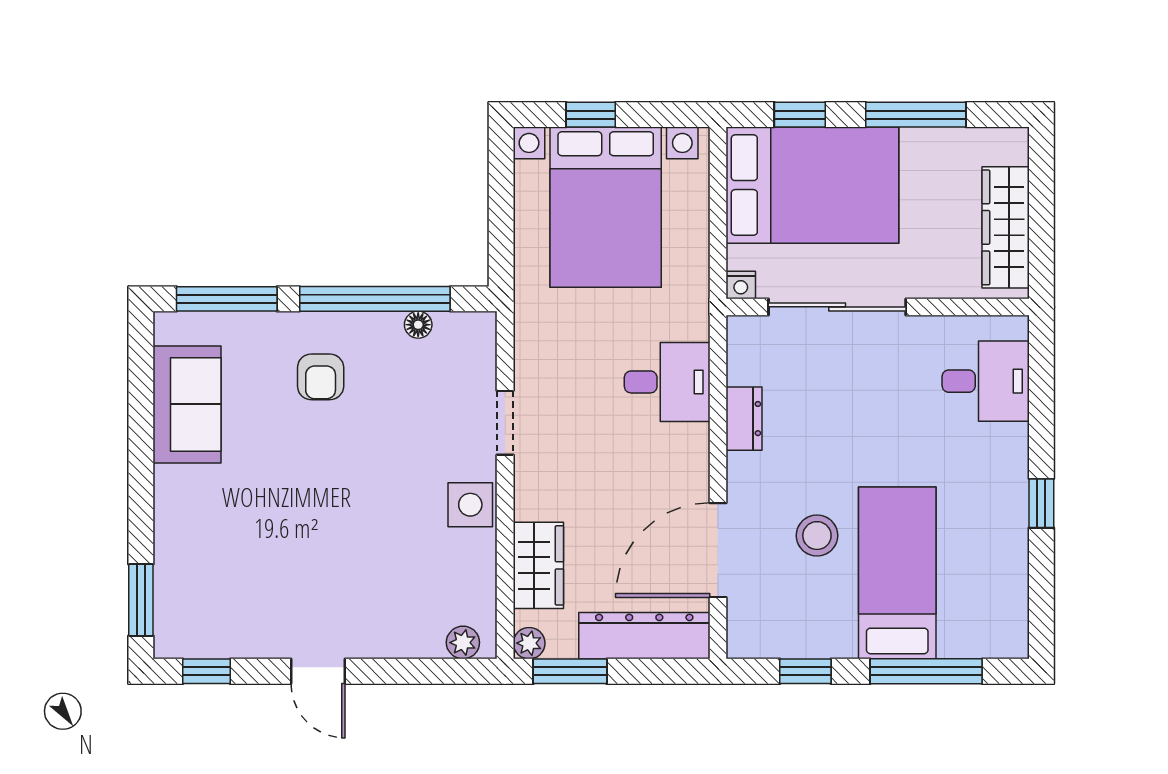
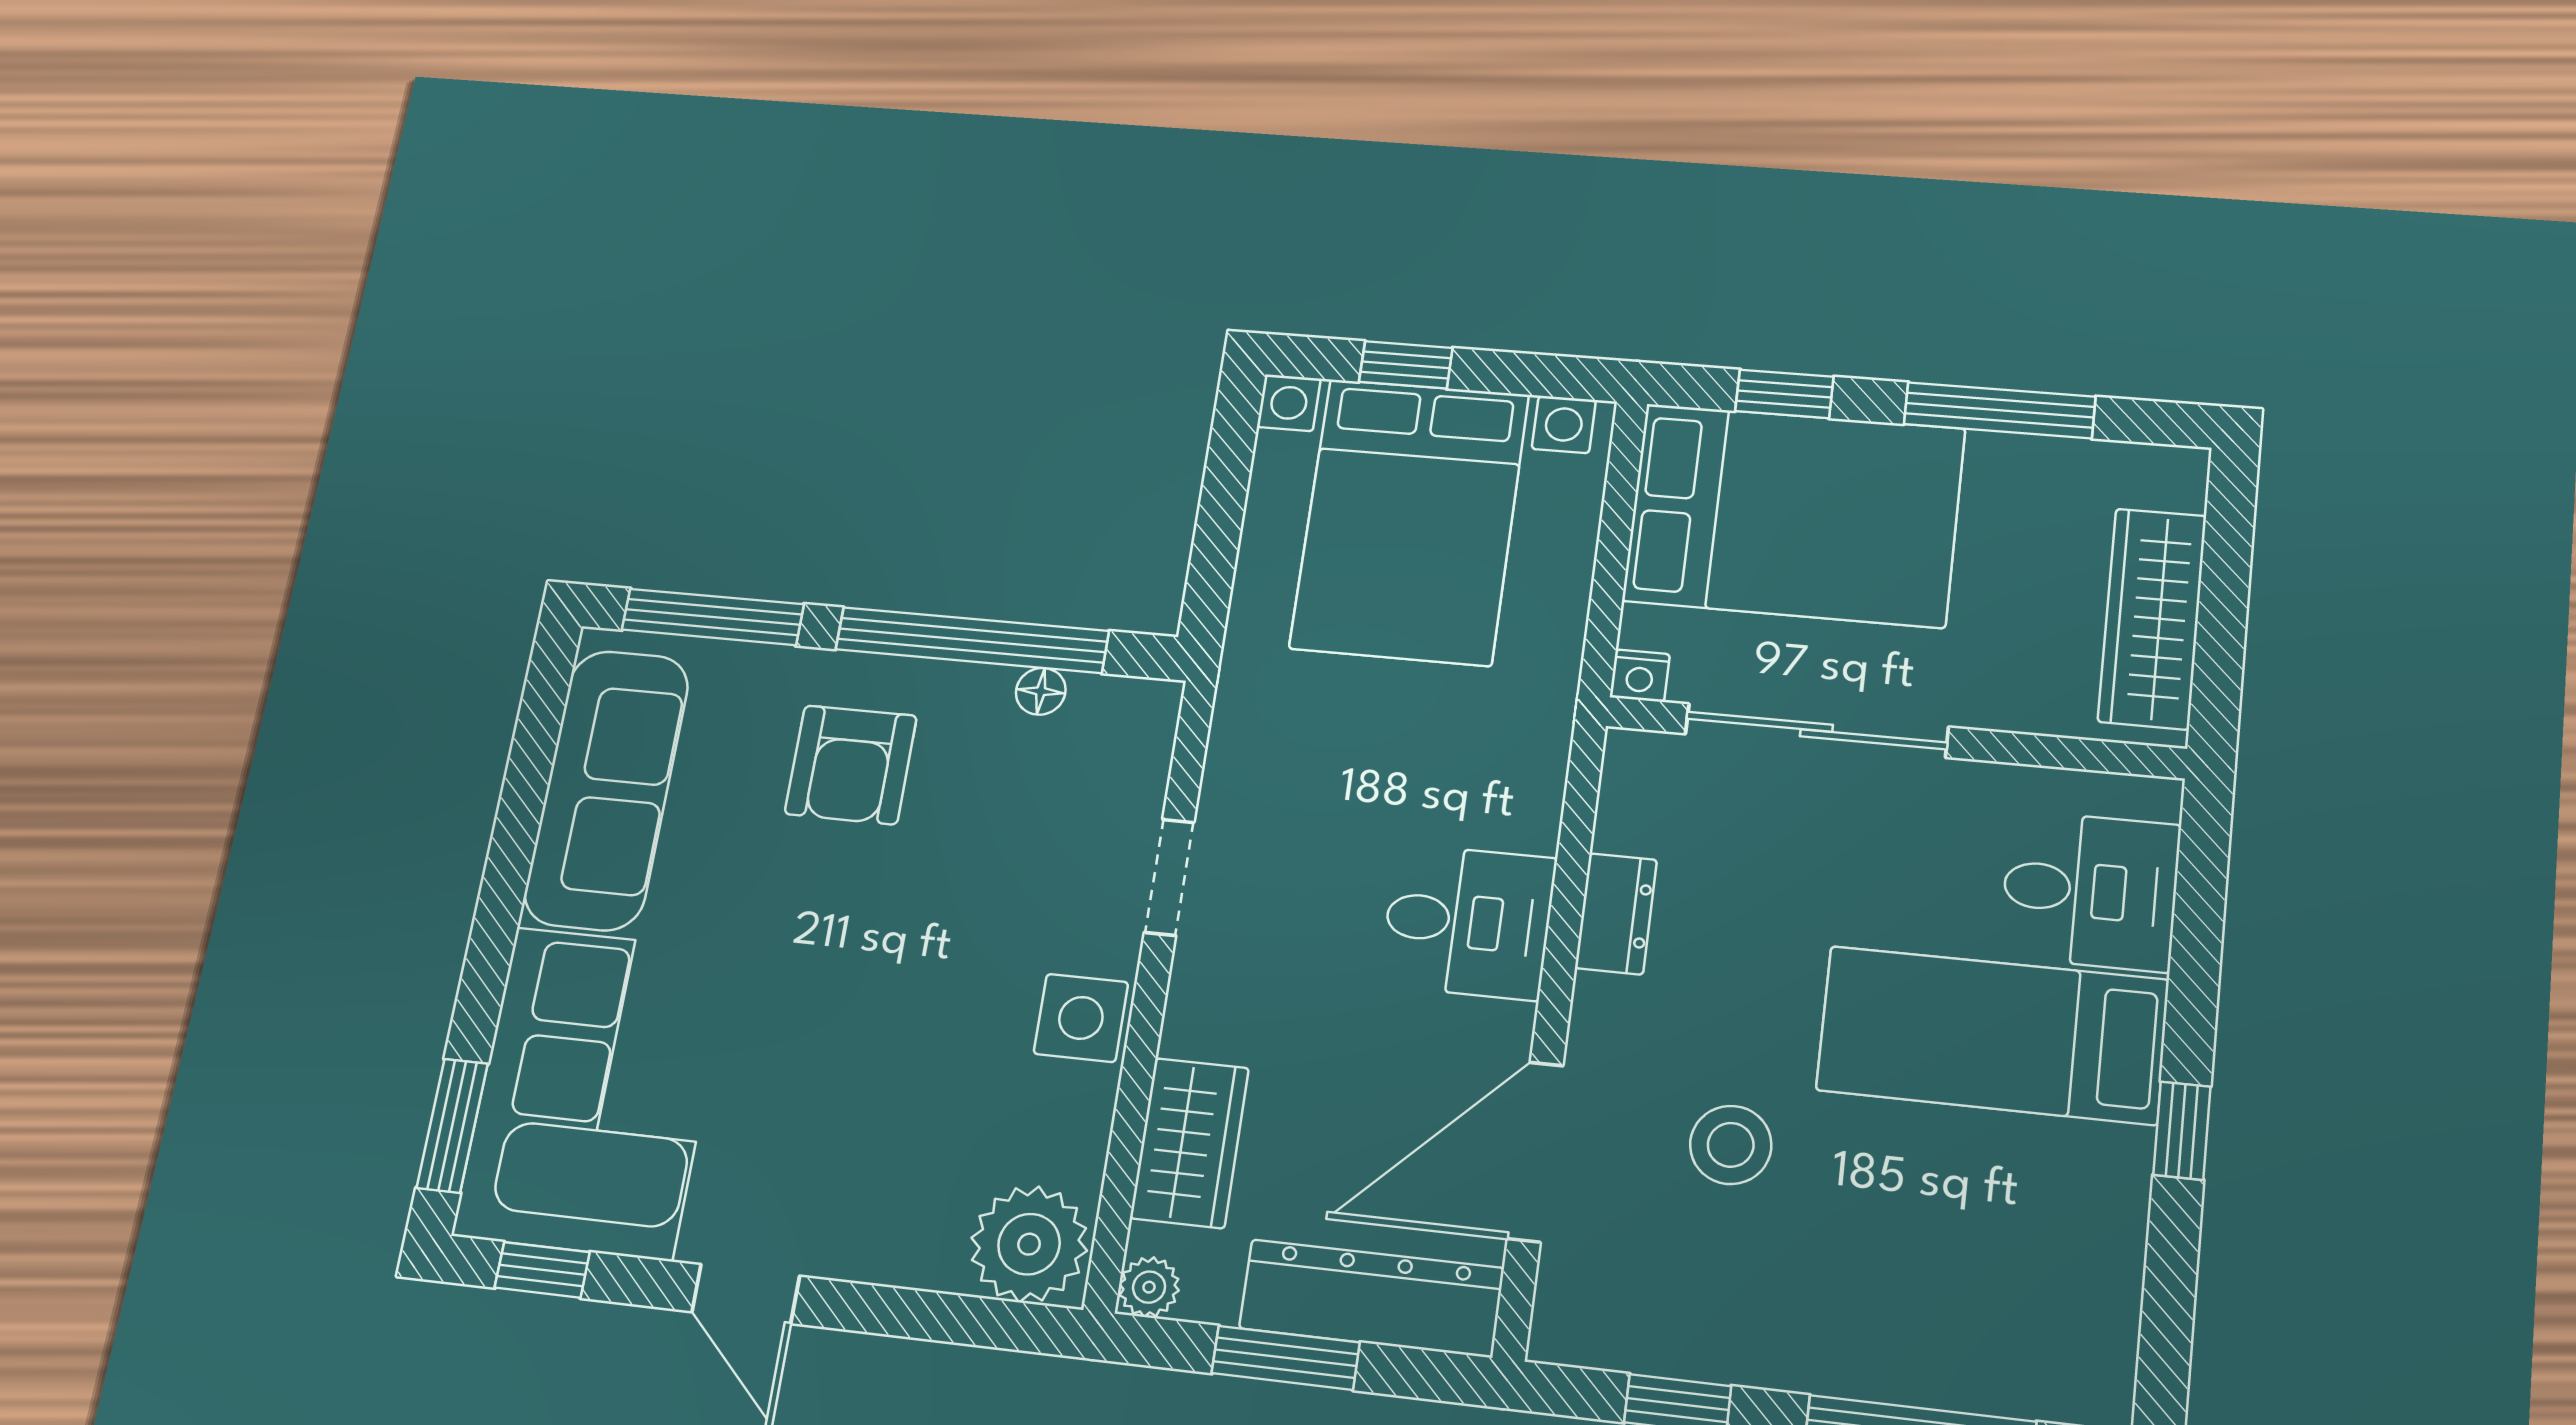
armchair: (321, 377) -> (851, 765), width x1.38, depth x1.38
desk: (667, 382) -> (1468, 922), moved
sofa: (187, 404) -> (607, 790), width x1.36
corner sofa: (214, 573) -> (593, 1092), added
bed: (897, 573) -> (1992, 1035), moved, turned -90
plant: (463, 643) -> (1029, 1244), width x1.88, depth x1.88
window: (570, 671) -> (1286, 1358), moved

